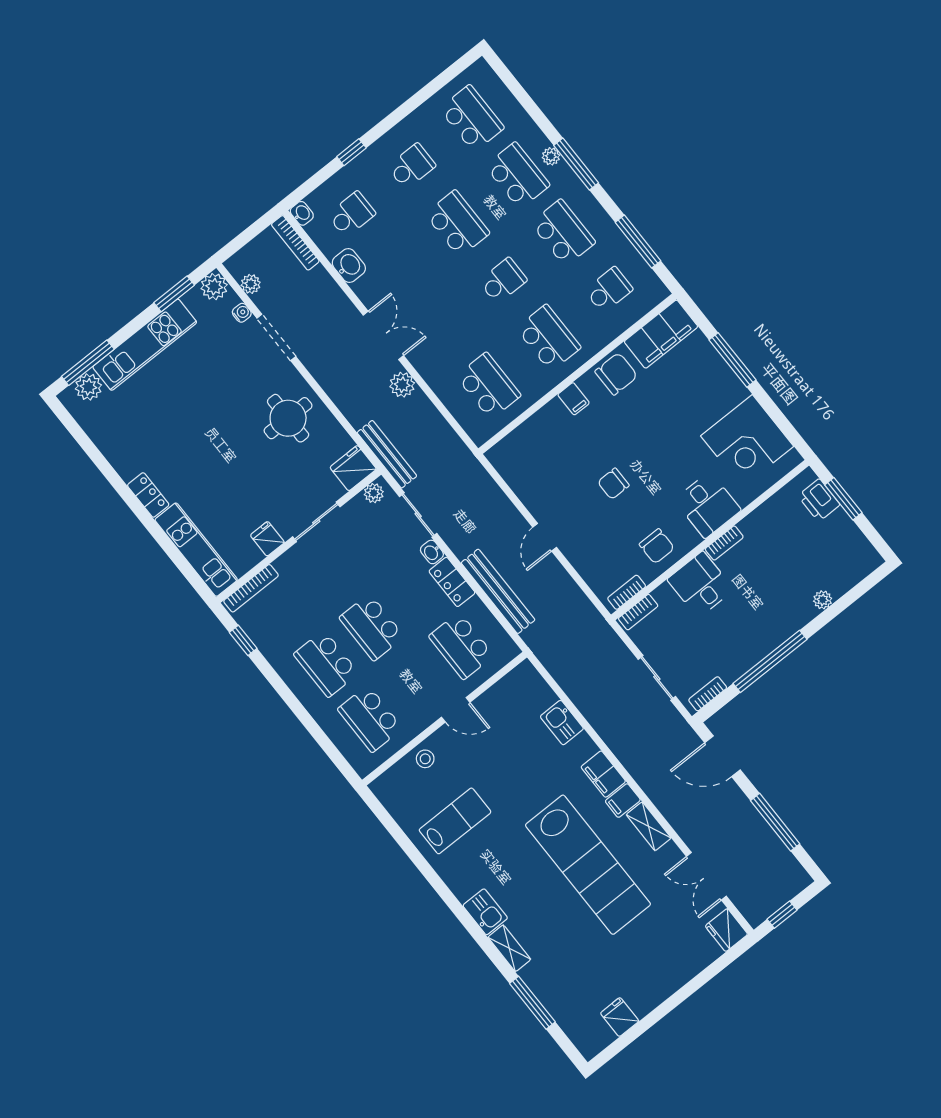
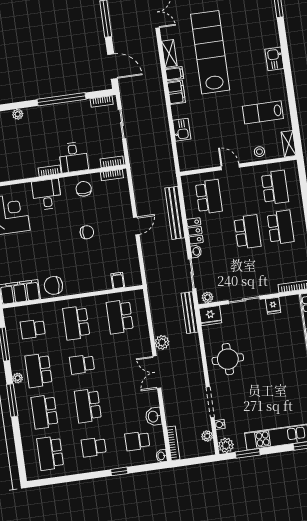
plant: (551, 156) -> (18, 378), moved
filing cabinet: (574, 399) -> (118, 281), moved
shelving: (509, 948) -> (289, 144), moved

